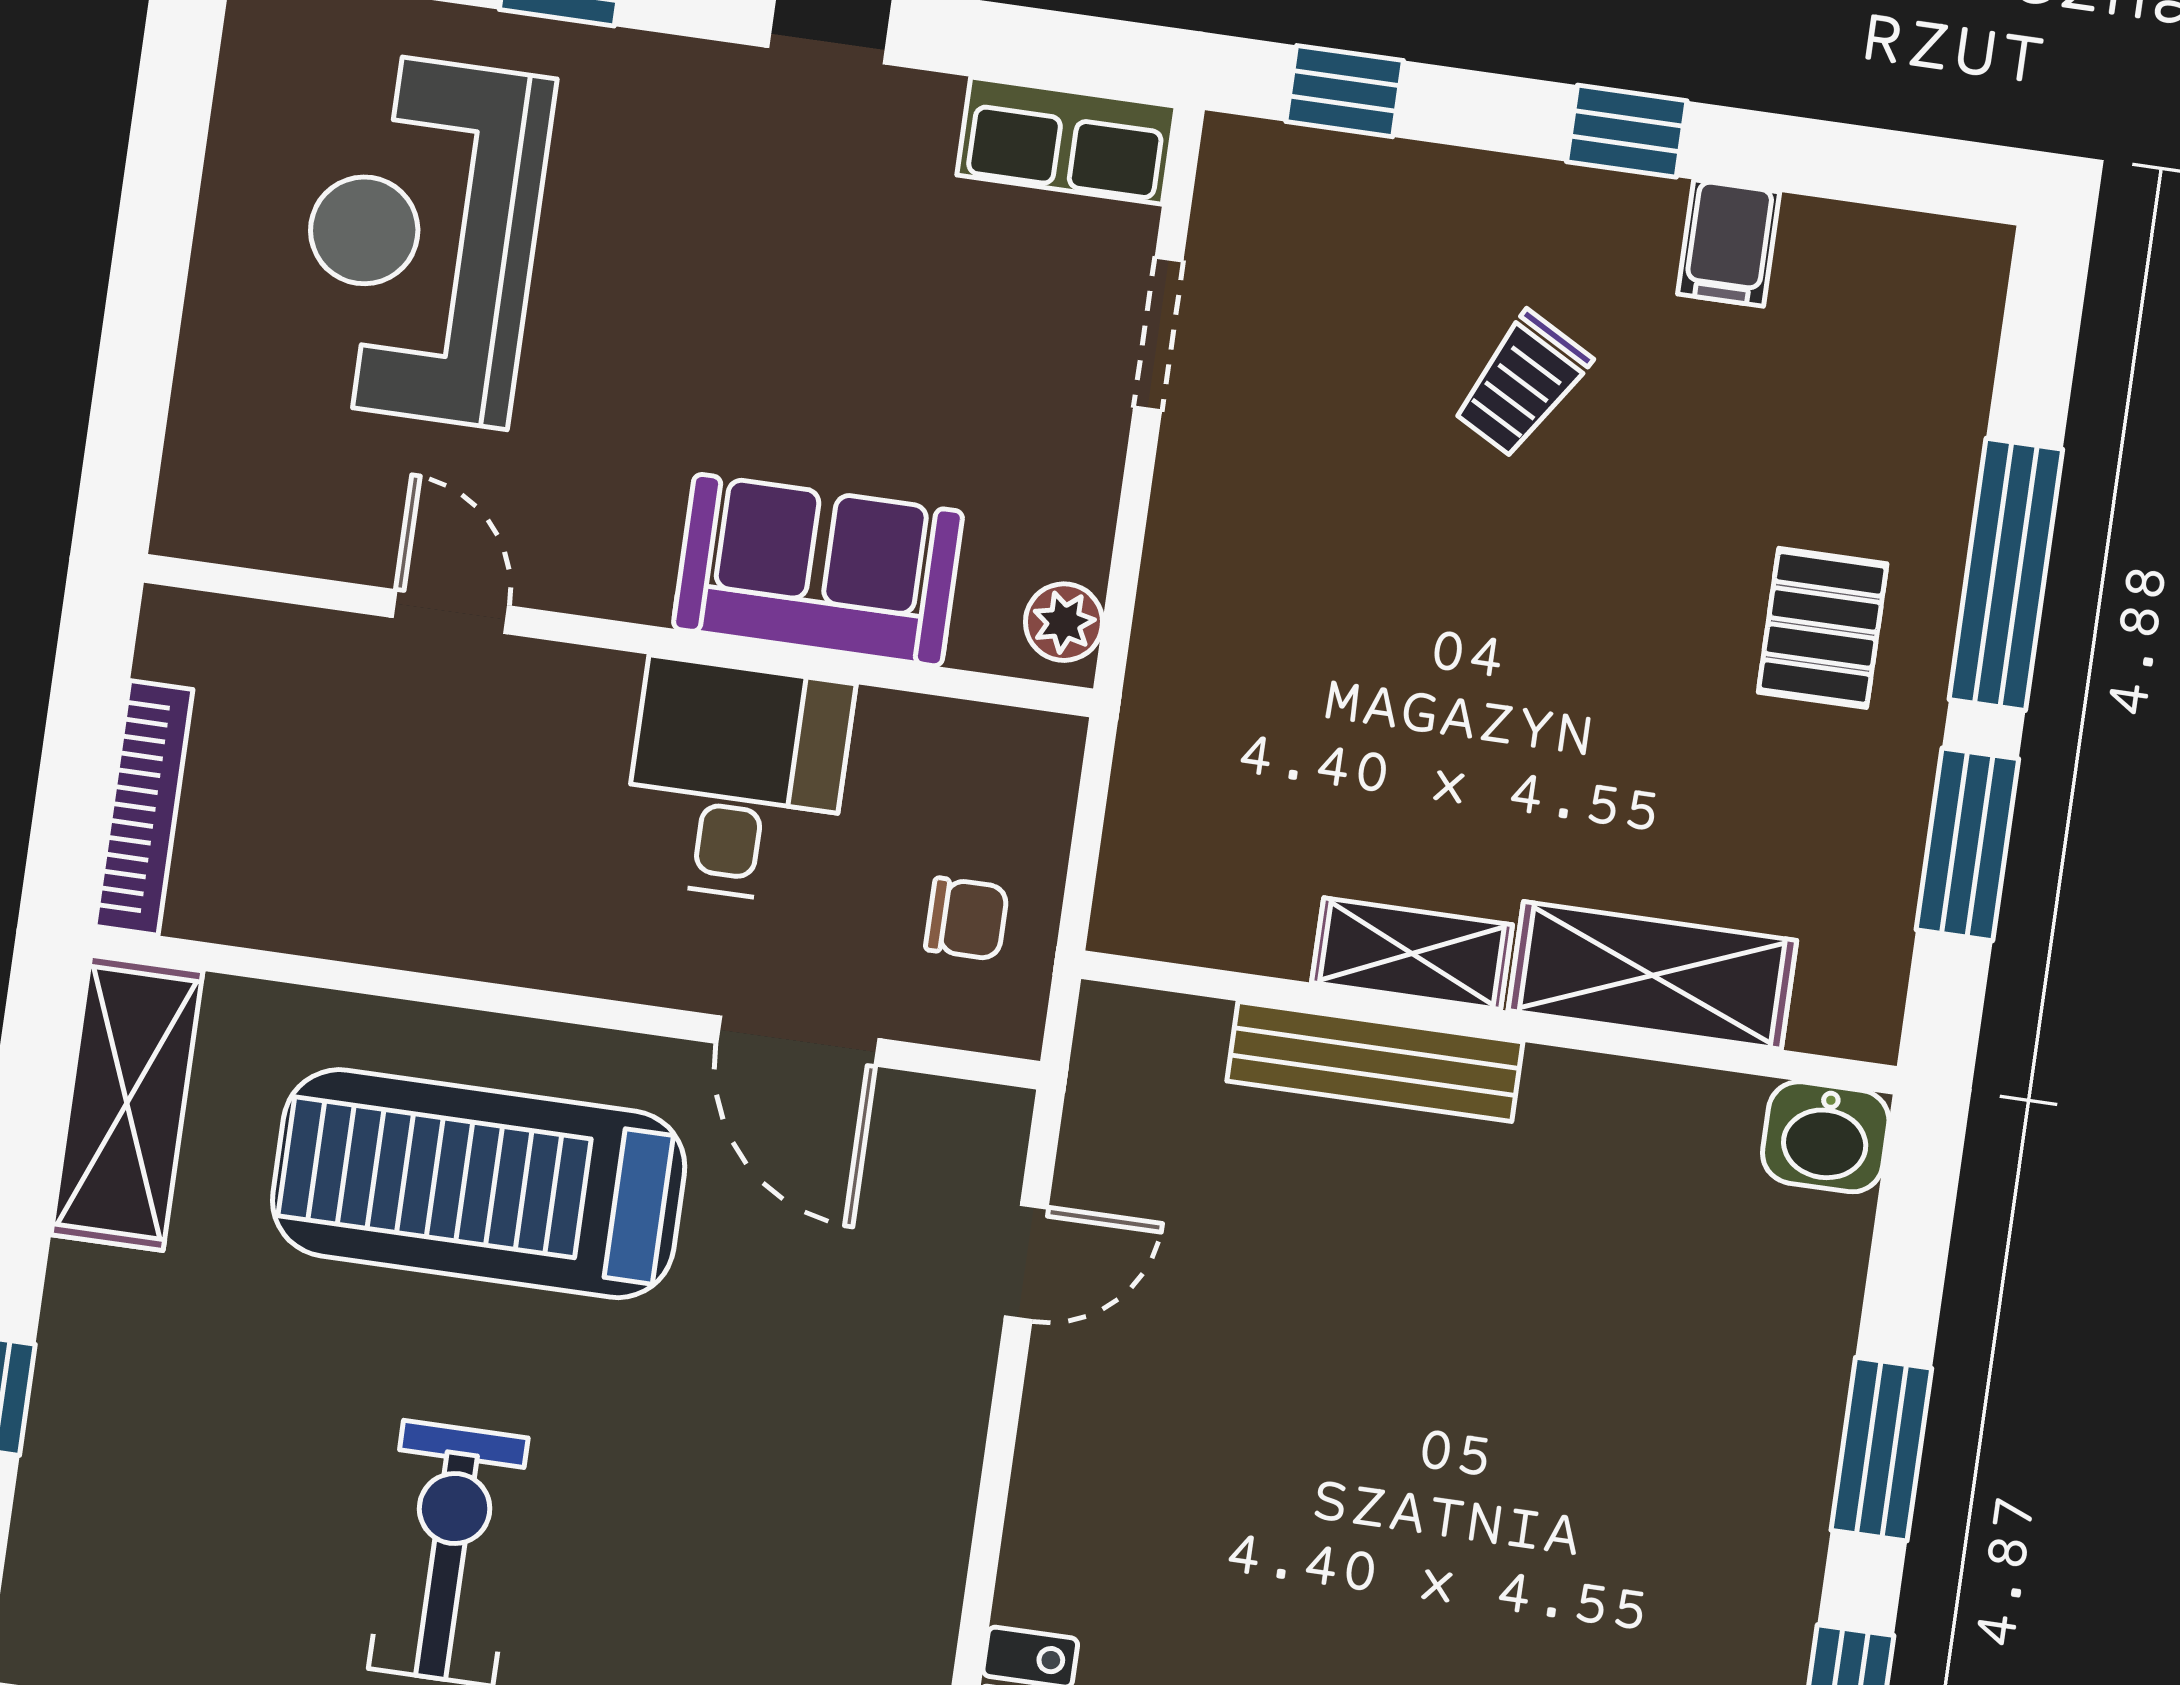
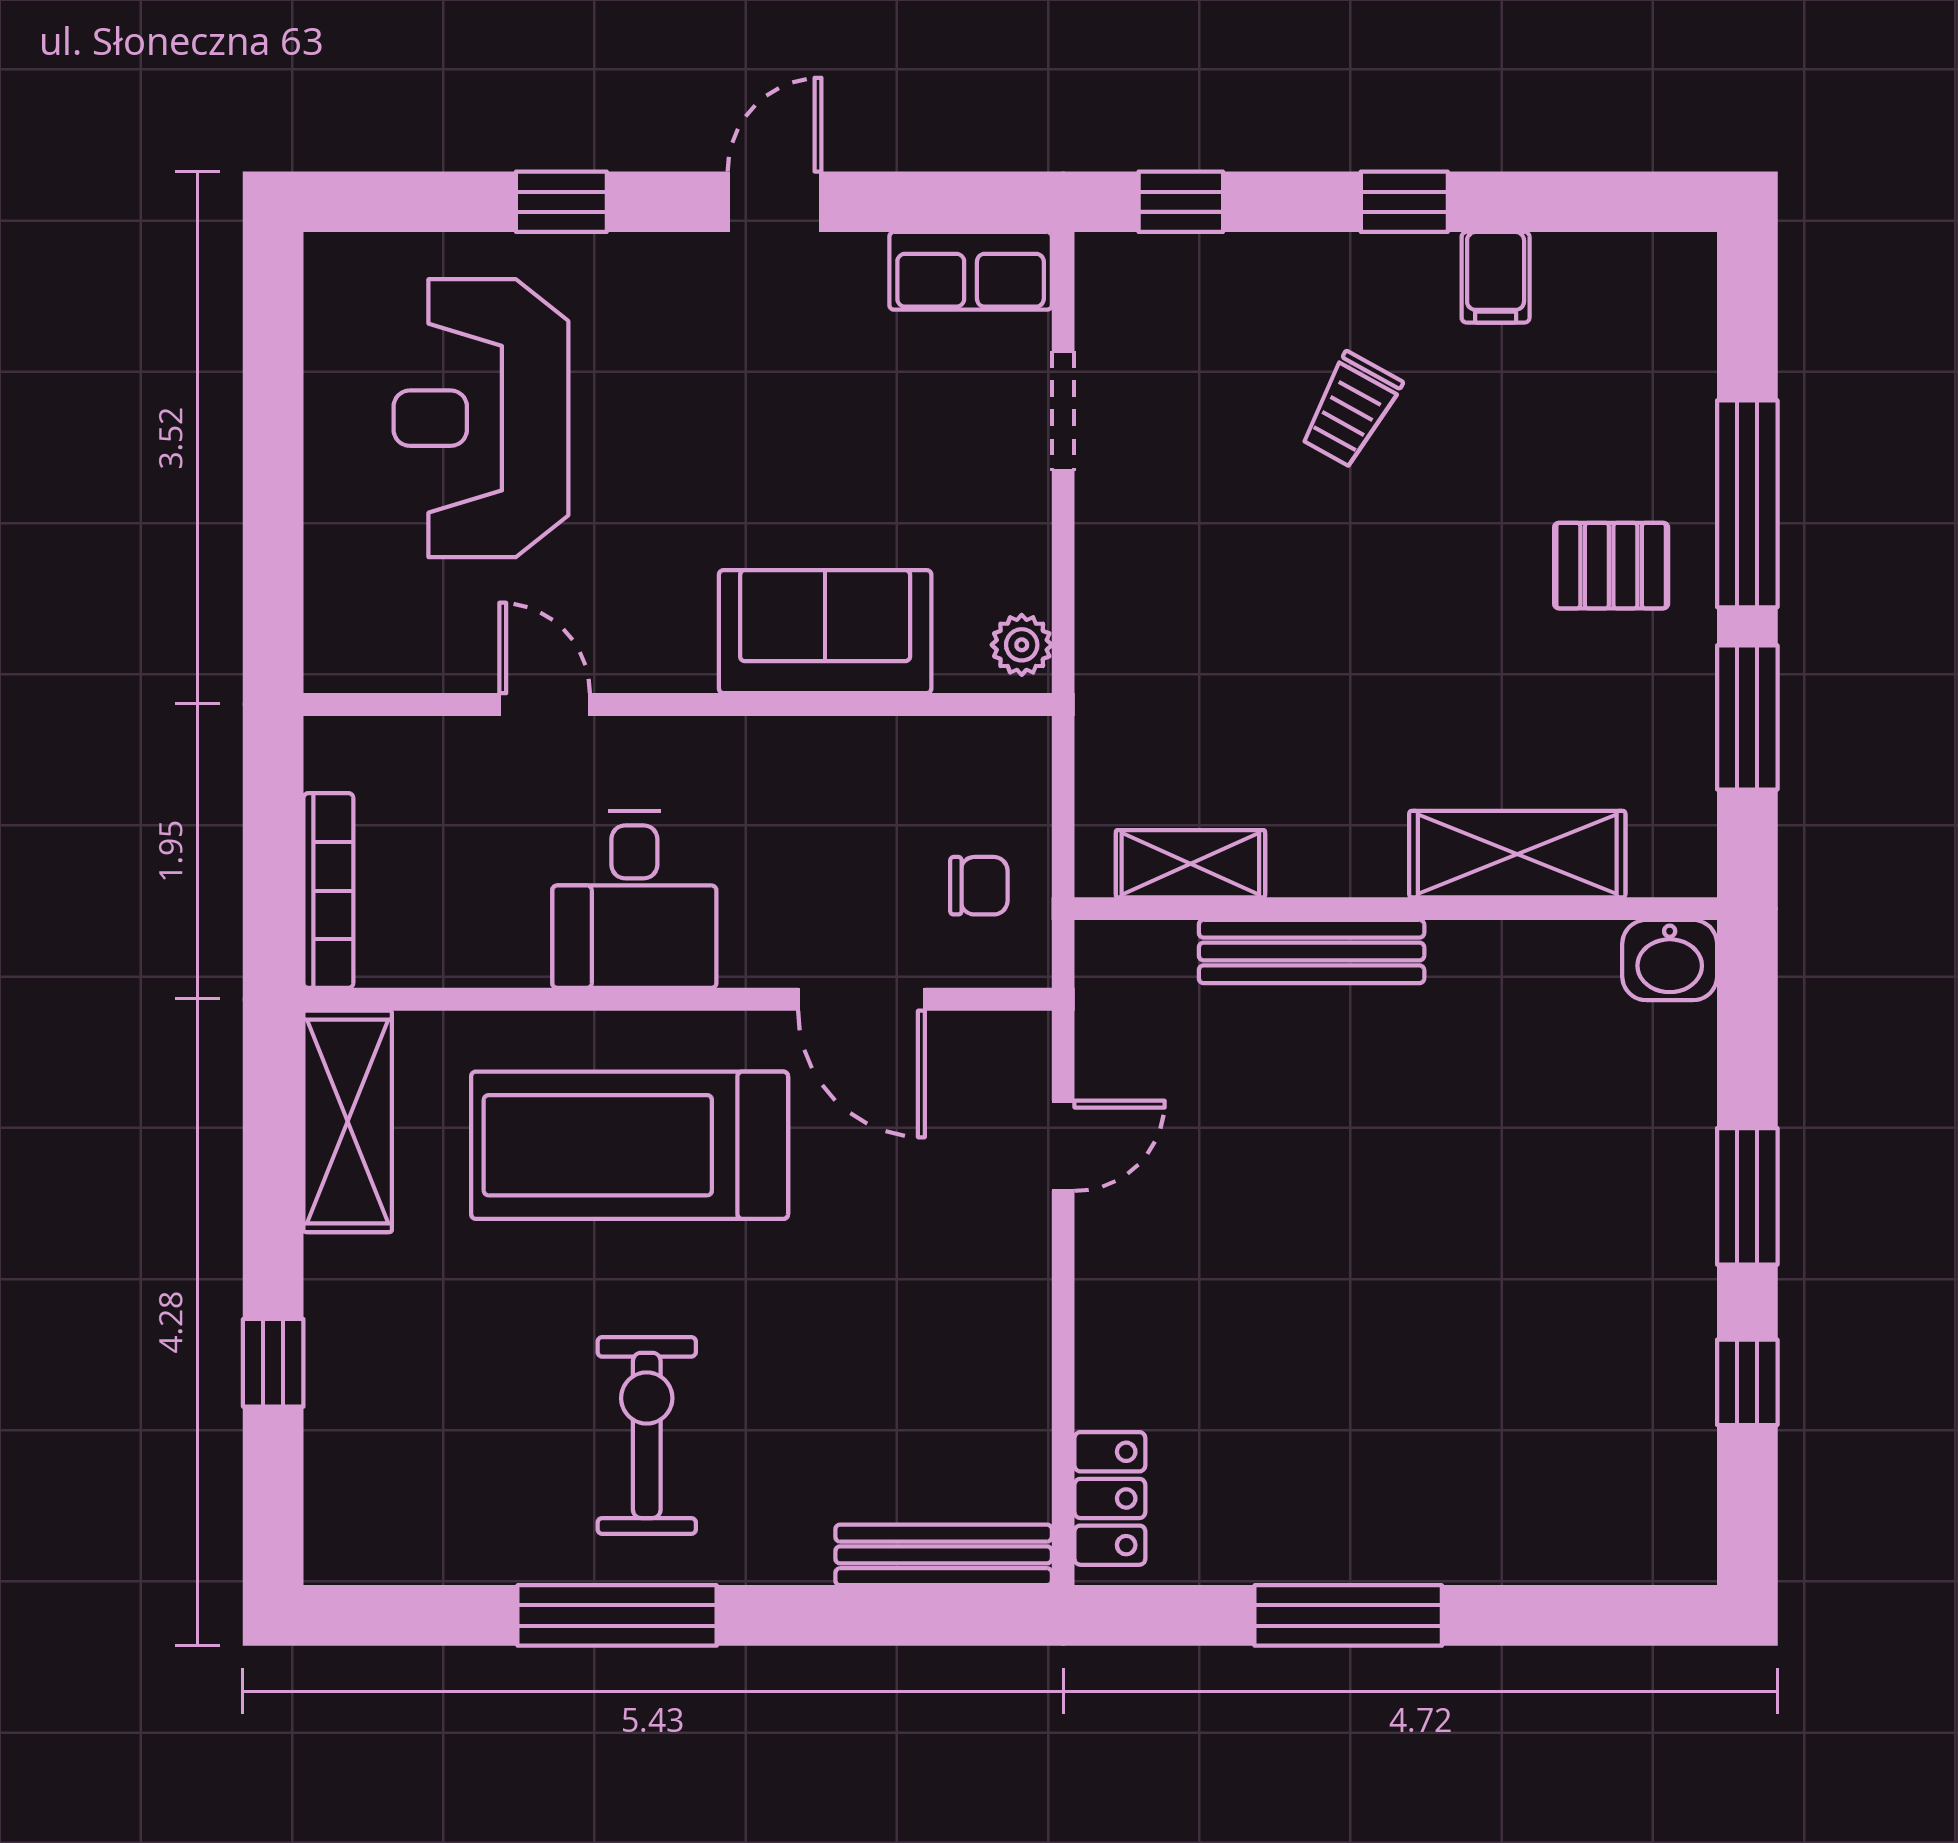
pallet: (1823, 628) -> (1611, 566), turned 90
desk: (737, 781) -> (634, 900), moved, turned 180
shelving: (1412, 954) -> (1190, 864), moved

